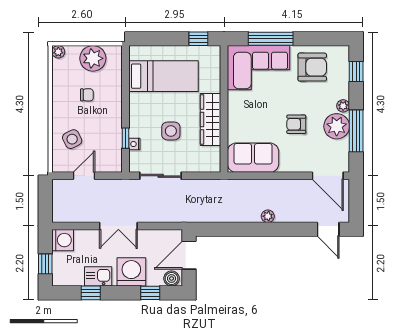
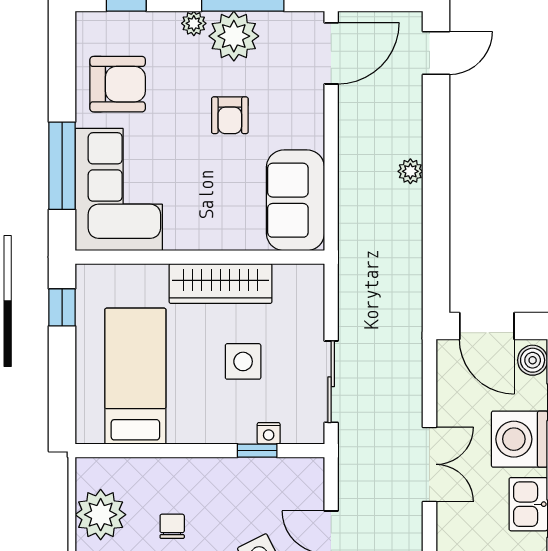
armchair: (312, 67) -> (118, 84), turned 90

